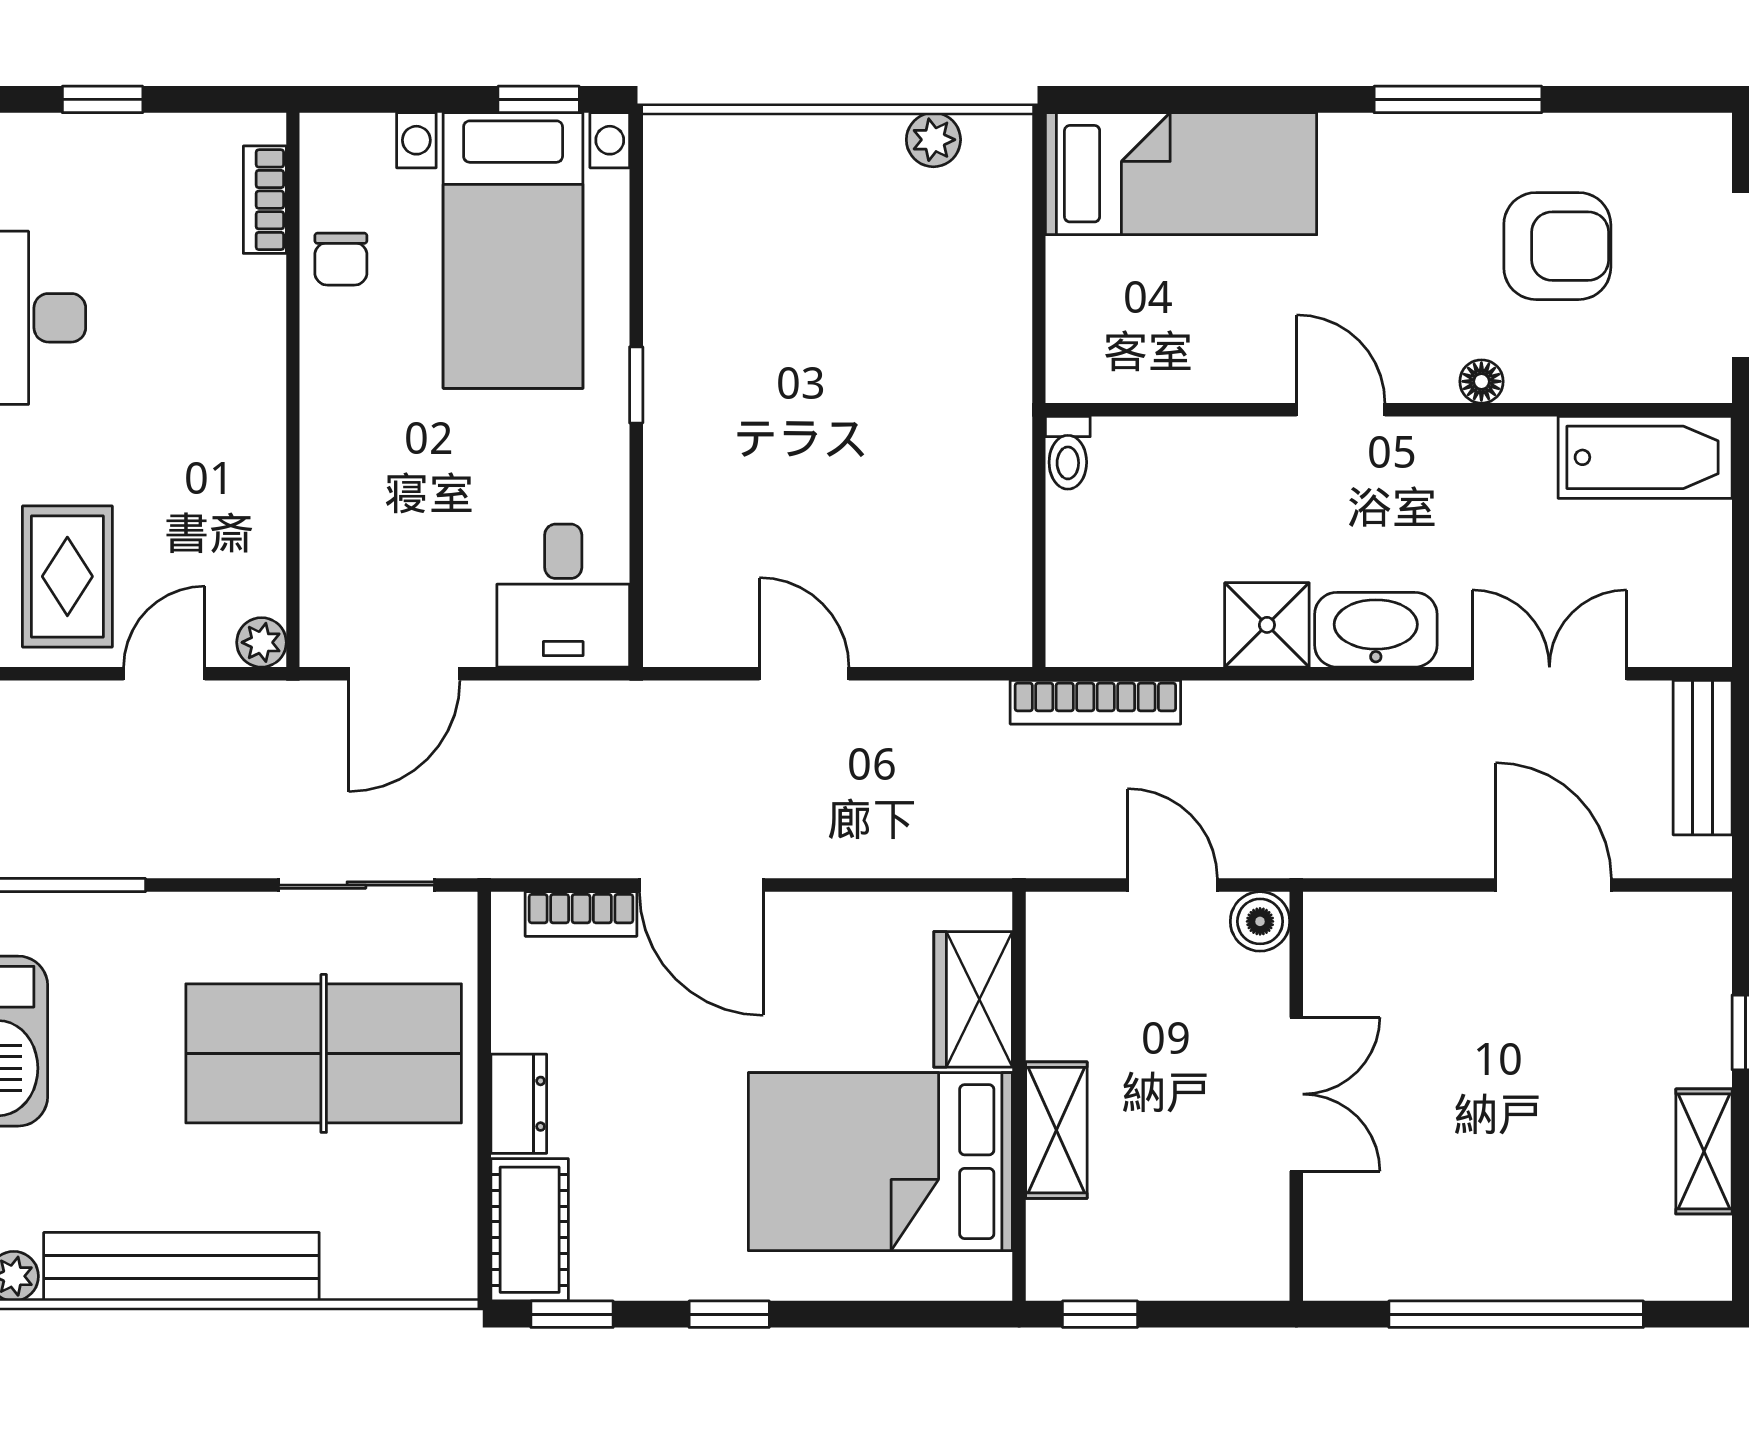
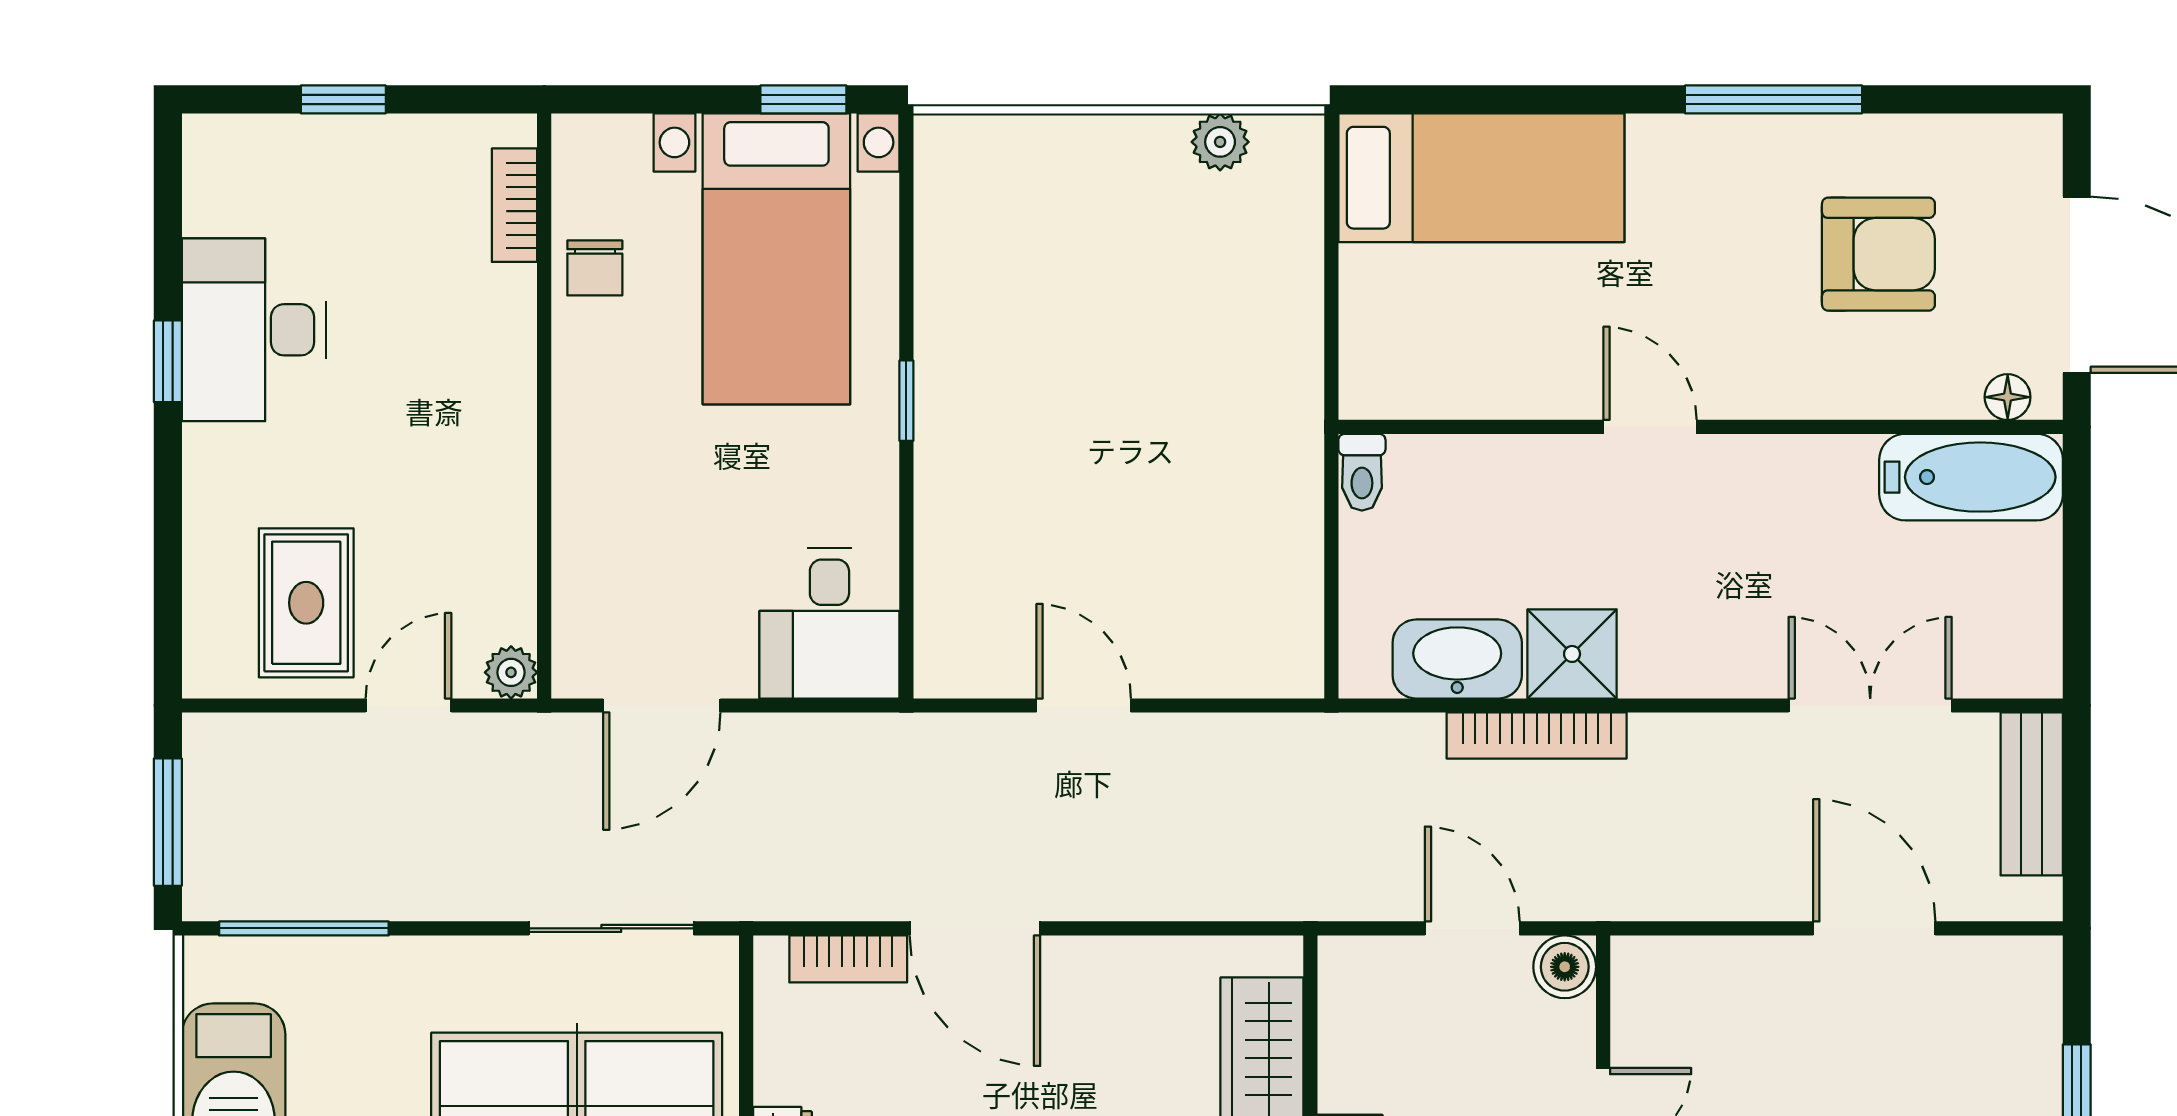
floor lamp: (1481, 381) -> (2008, 397), moved
washbasin: (1376, 630) -> (1457, 659), moved
bookcase: (1095, 702) -> (1537, 736), moved

